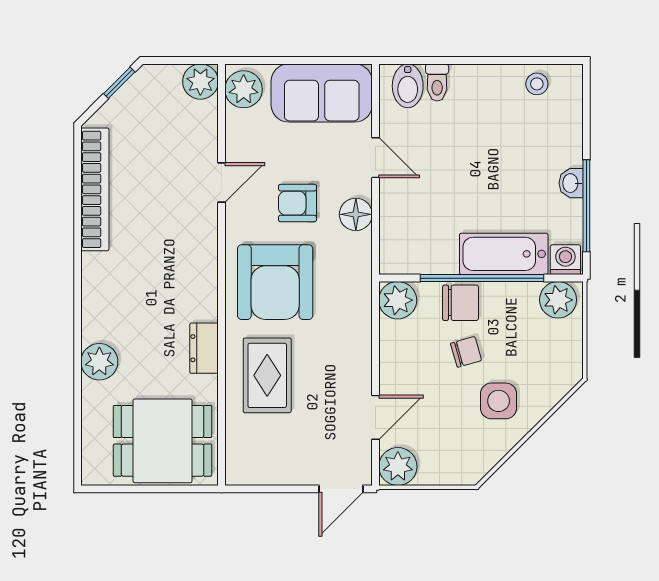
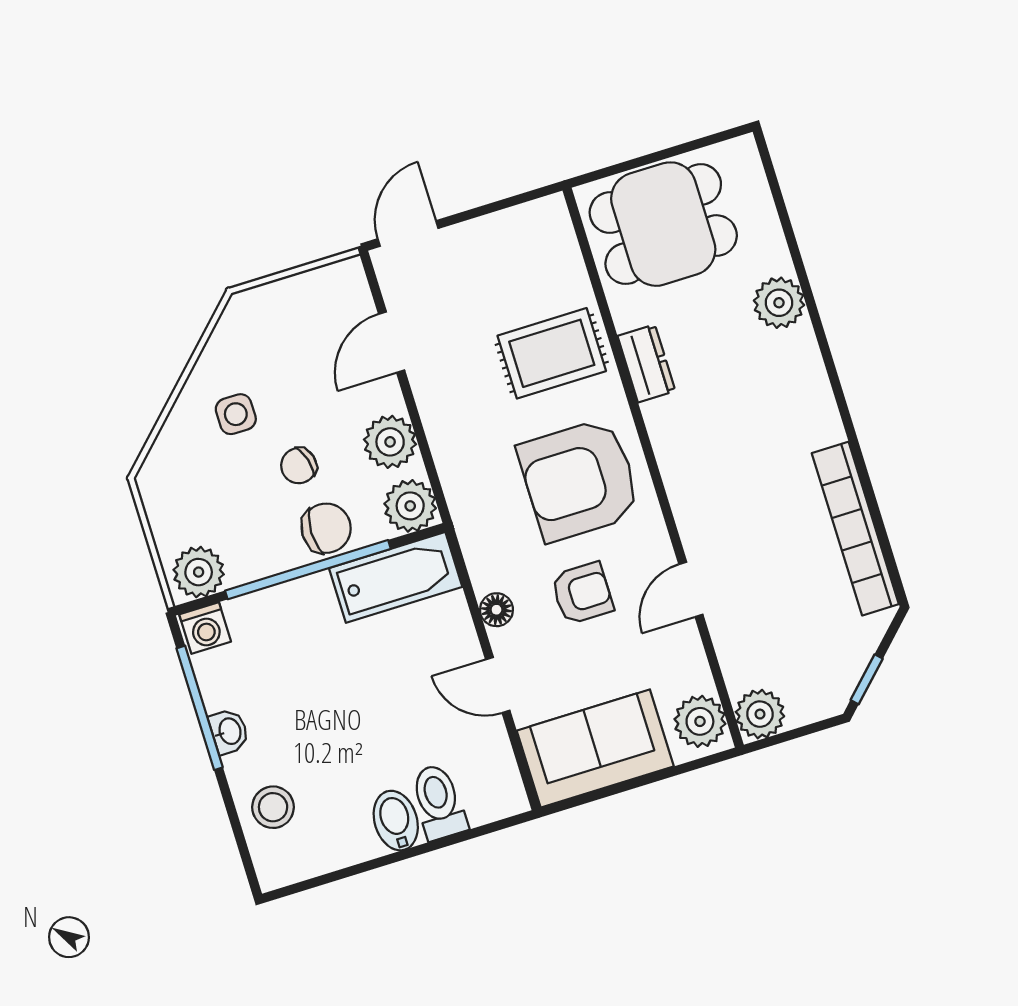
toilet: (437, 82) -> (439, 802), width x1.37, depth x1.39
stool: (537, 84) -> (273, 807), moved, width x1.37, depth x1.37
bidet: (408, 86) -> (396, 821), moved
floor lamp: (356, 214) -> (496, 610), width x0.73, depth x0.73
bathtub: (504, 254) -> (396, 577), moved
armchair: (275, 282) -> (579, 480), turned -90
chair: (461, 303) -> (326, 528), turned 180
rug: (267, 375) -> (552, 353), turned 90
side table: (499, 401) -> (236, 414), width x0.73, depth x0.73
plant: (398, 467) -> (390, 442), moved

